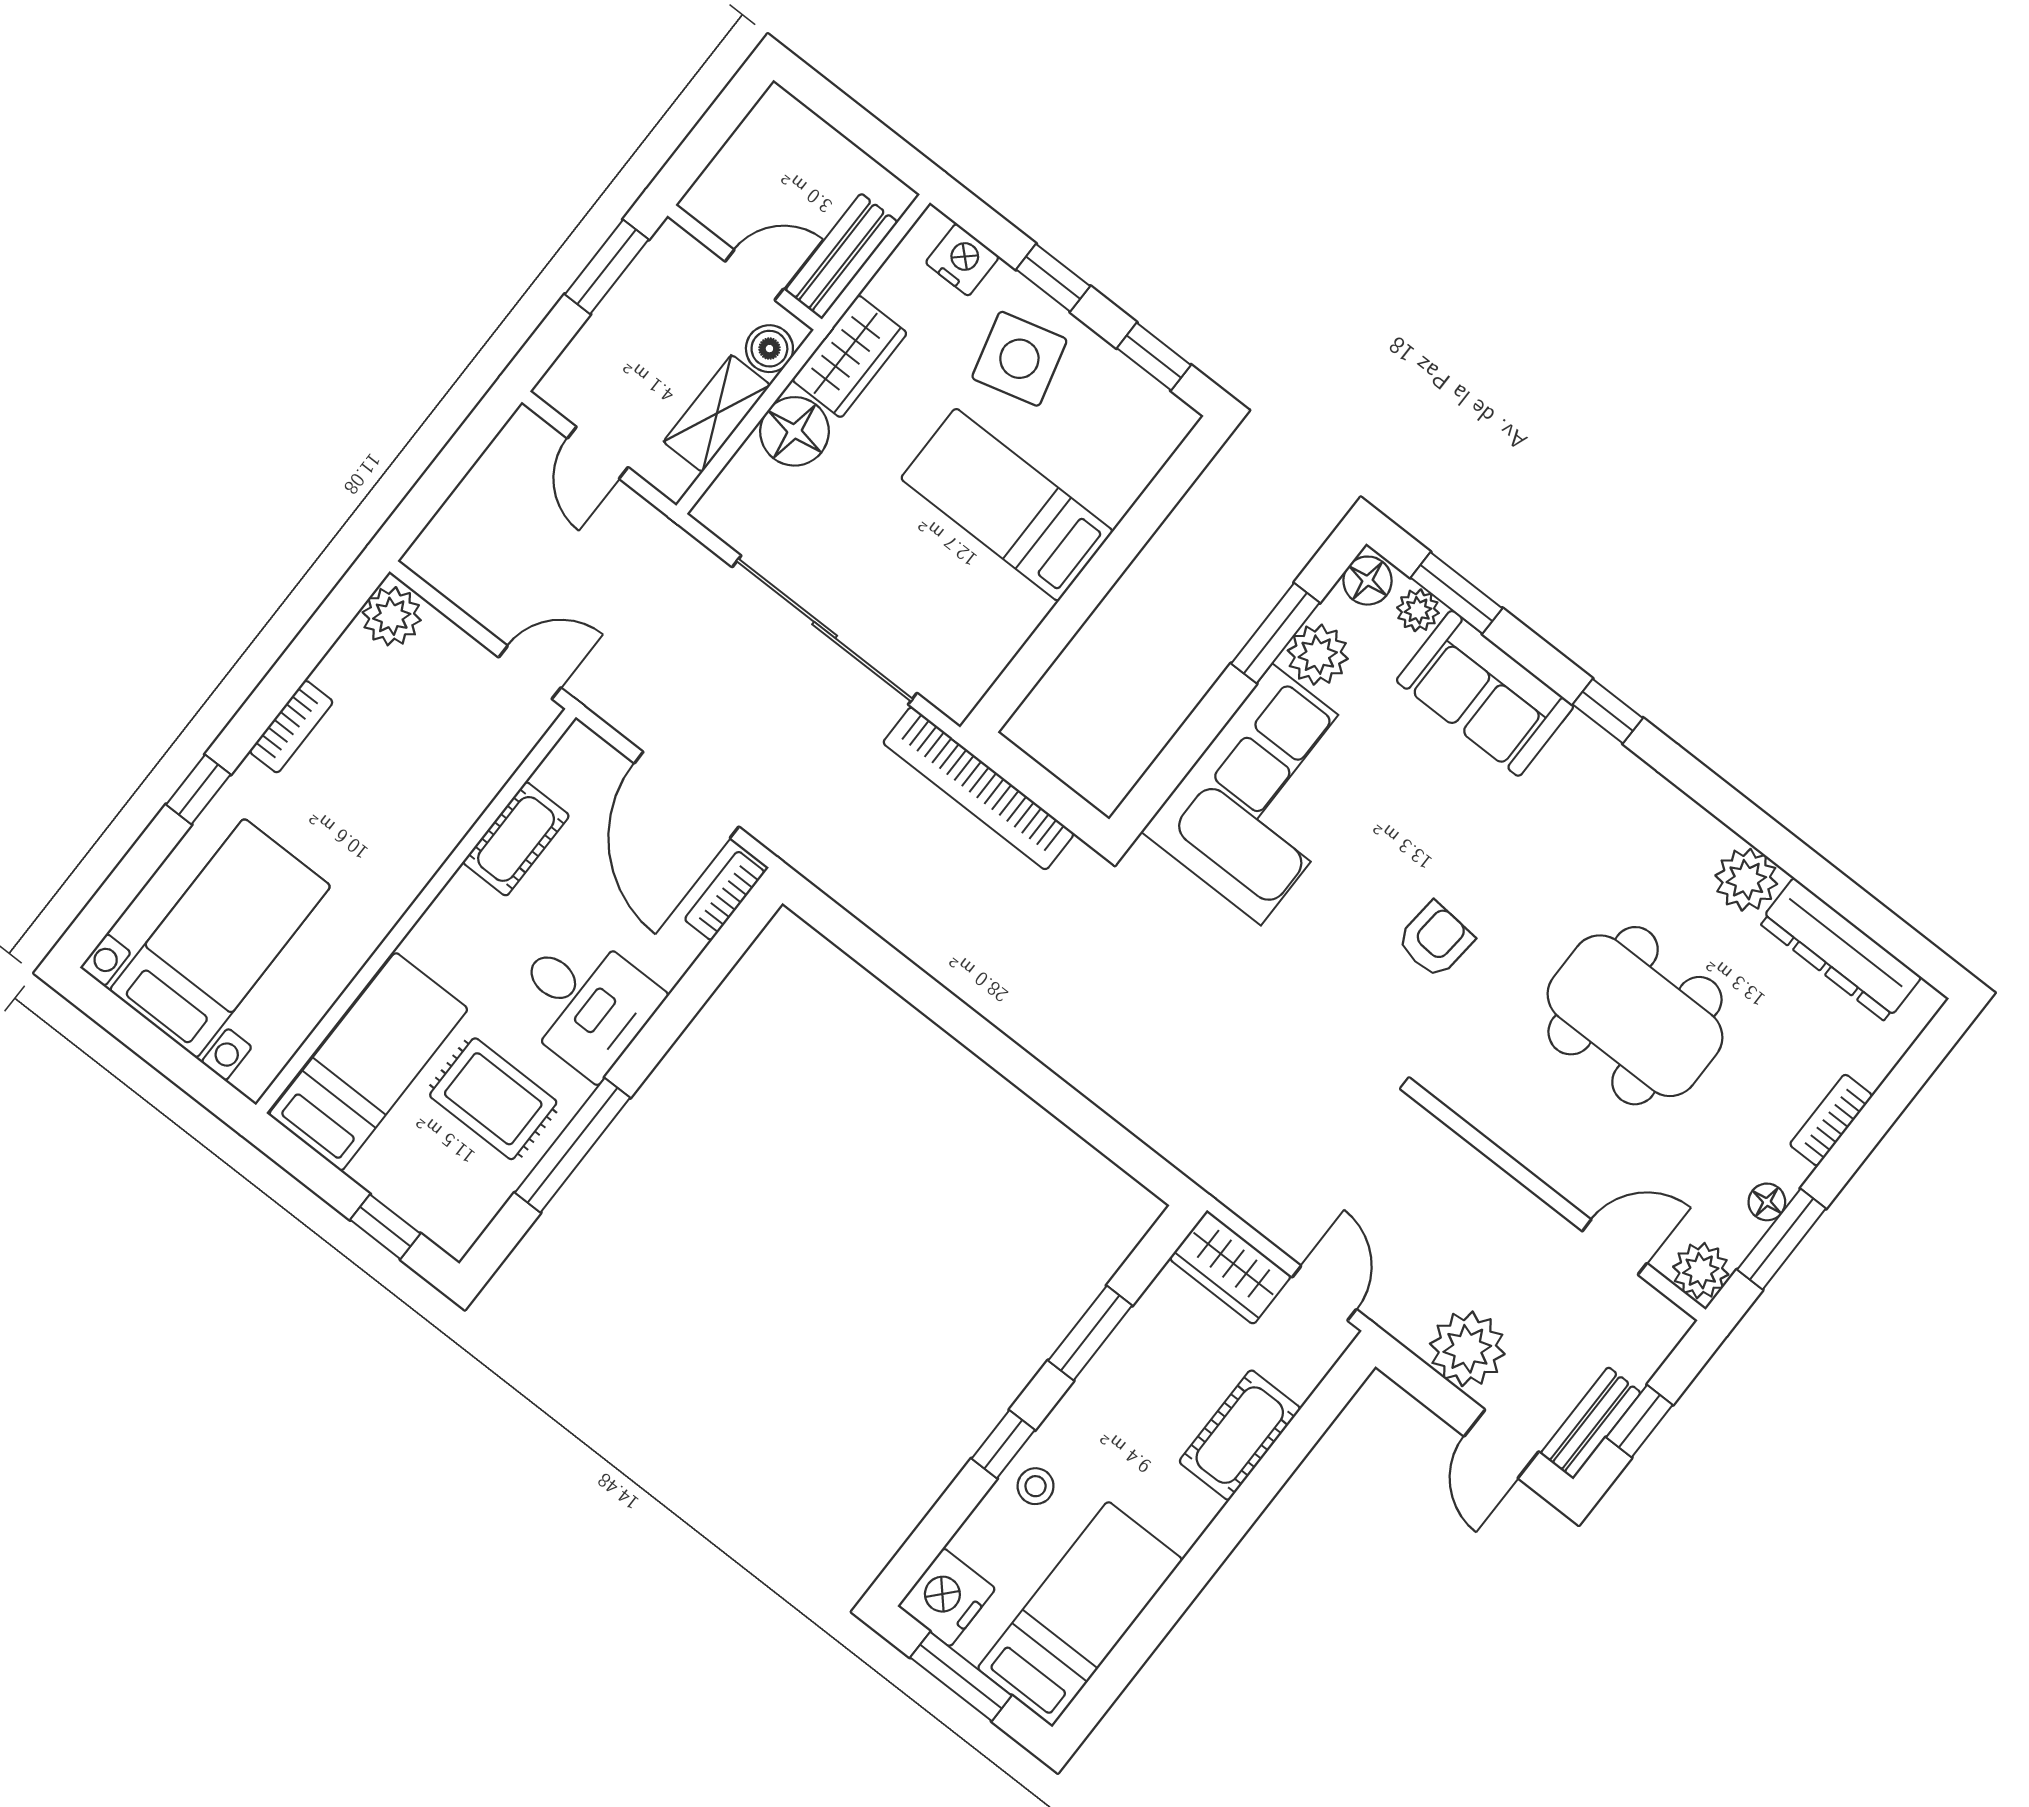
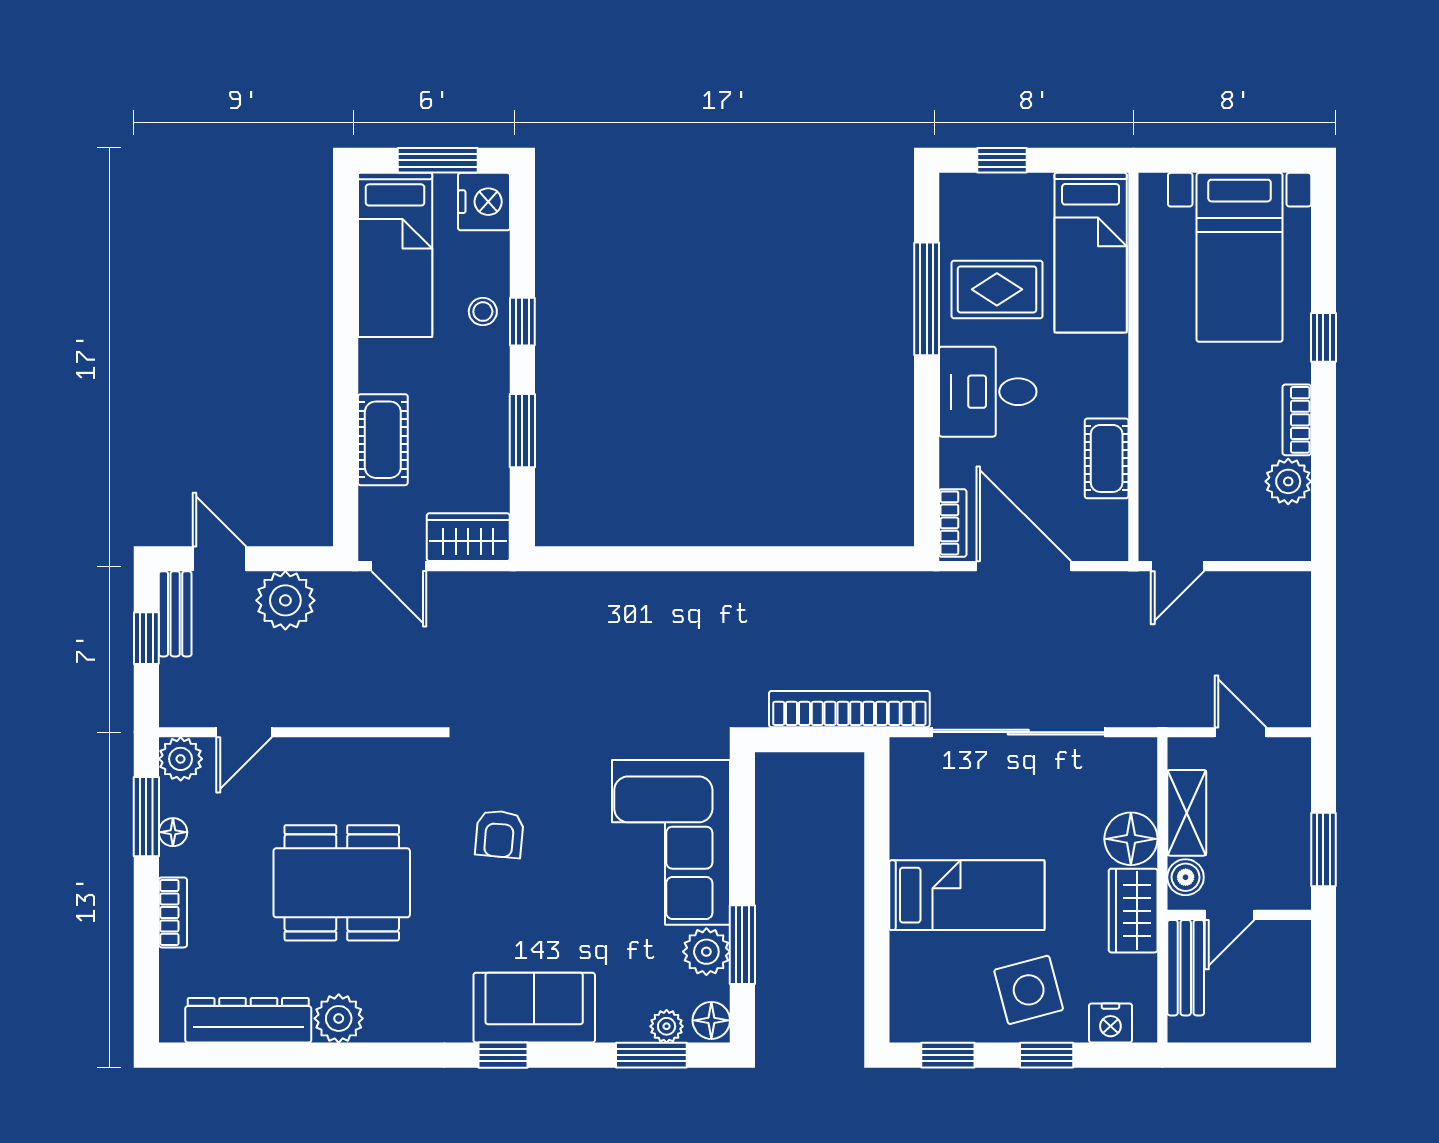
plant: (392, 616) -> (1288, 481), moved
sofa: (1485, 693) -> (534, 1008), moved

